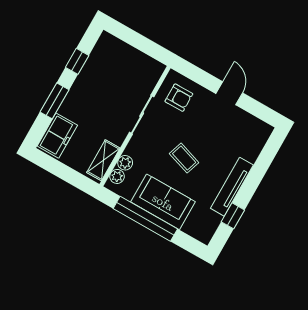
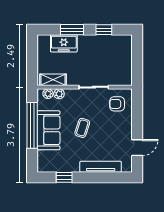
door: (229, 93) -> (137, 148), moved
armchair: (179, 98) -> (117, 104), turned 90
freezer: (57, 136) -> (64, 43), moved
tv unit: (232, 187) -> (101, 167), moved

